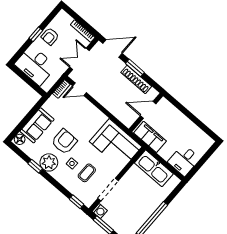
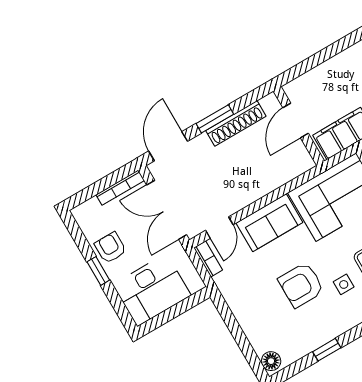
armchair: (50, 36) -> (110, 248), turned 180
double door: (79, 59) -> (167, 210), width x1.37
sofa: (37, 125) -> (269, 223), moved, turned 90
armchair: (64, 142) -> (301, 285), turned -90
plant: (49, 162) -> (328, 324), removed

